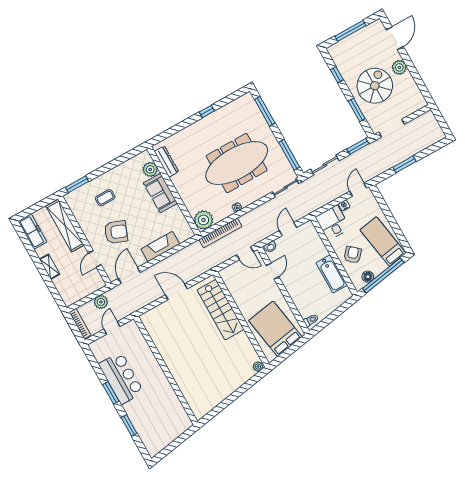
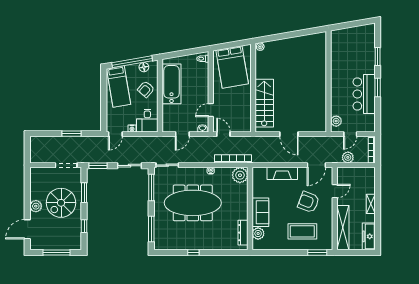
coffee table: (105, 198) -> (302, 231), width x1.86, depth x1.72
bathtub: (332, 274) -> (171, 84), width x1.36, depth x1.36
plant: (135, 333) -> (336, 121), added

